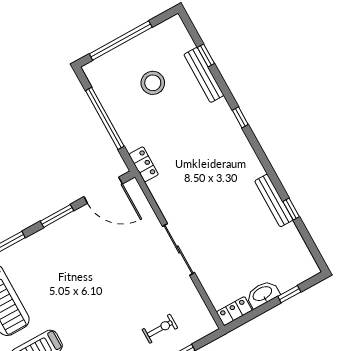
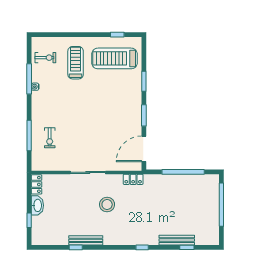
stool: (153, 83) -> (107, 204), moved
locker: (144, 164) -> (133, 179), moved

